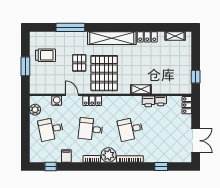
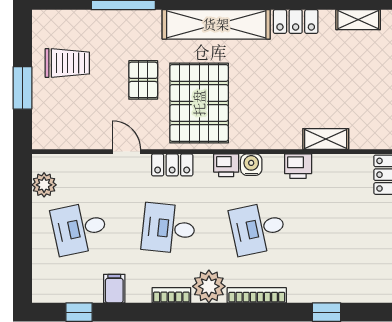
shelving: (141, 89) -> (326, 139), moved
water cooler: (57, 101) -> (251, 165), moved
printer: (161, 101) -> (226, 165), moved

